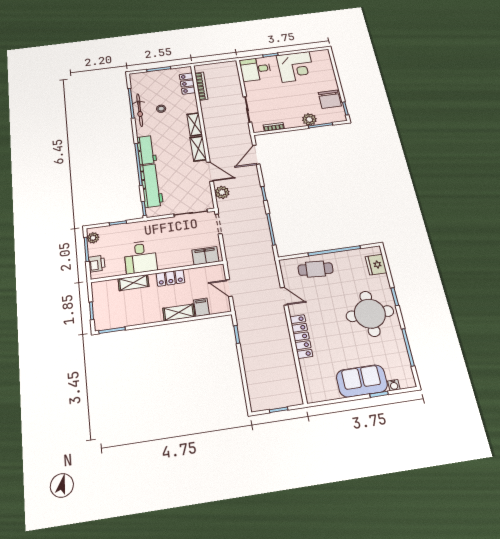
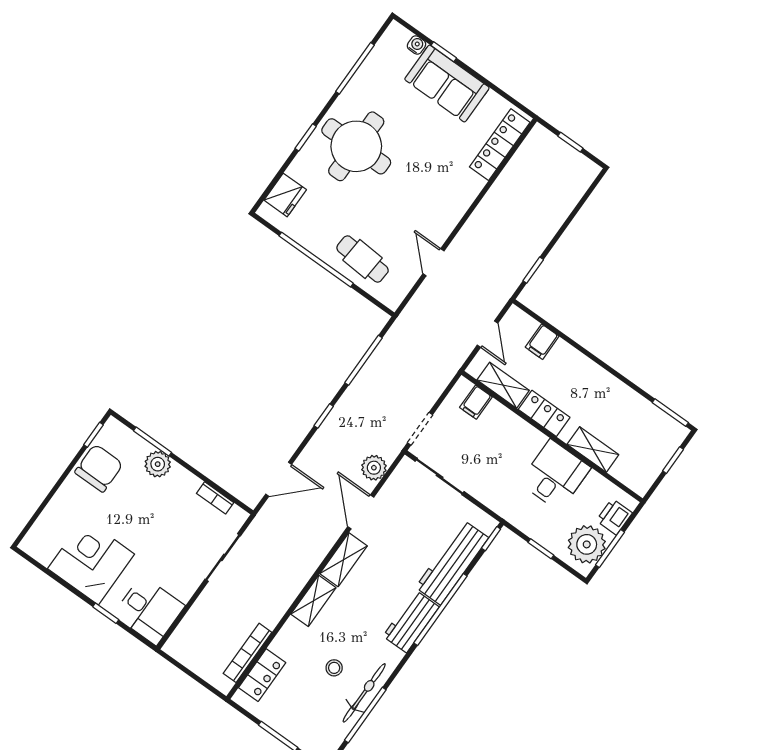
plant: (93, 238) -> (587, 544), width x1.87, depth x1.87
filing cabinet: (205, 256) -> (476, 402), width x0.50
shelving: (179, 312) -> (503, 385), moved
locker: (301, 336) -> (500, 145), moved

